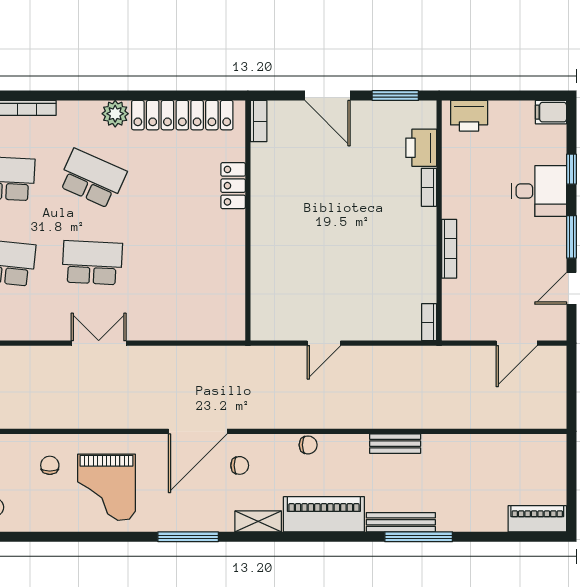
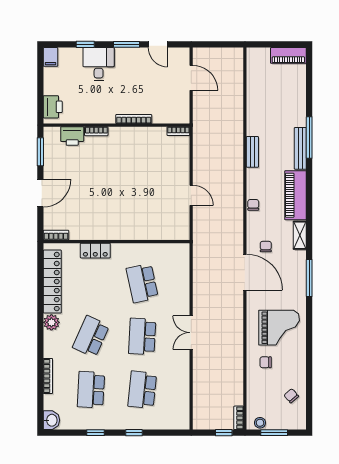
school desk: (180, 263) -> (142, 283), added
piano: (537, 519) -> (288, 55), moved, turned -90

